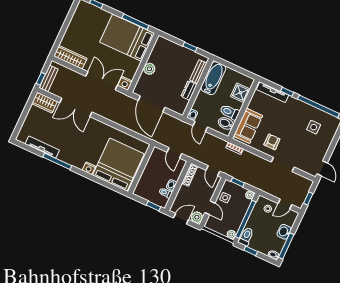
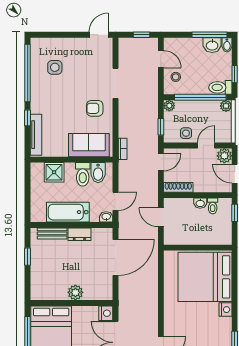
bathtub: (213, 78) -> (68, 212), moved
door: (152, 104) -> (115, 257), moved
door: (174, 153) -> (161, 217), swing flipped
washbasin: (284, 232) -> (212, 45), moved

